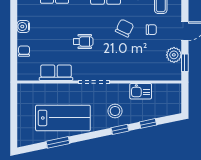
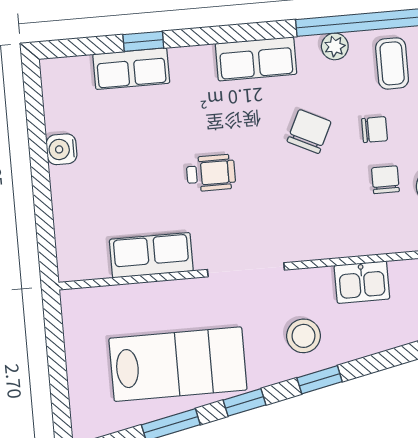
chair: (24, 51) -> (385, 180), moved
window: (148, 123) -> (245, 402), moved

